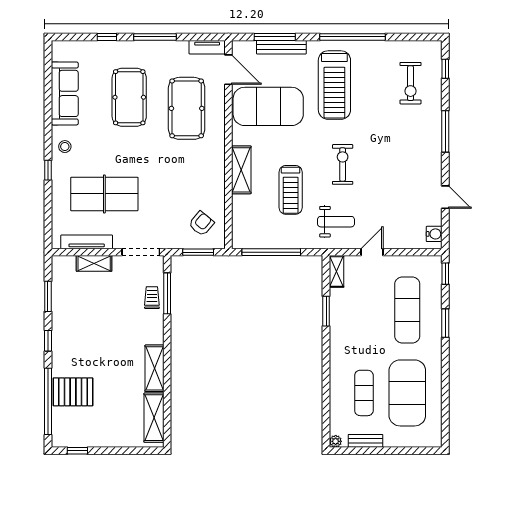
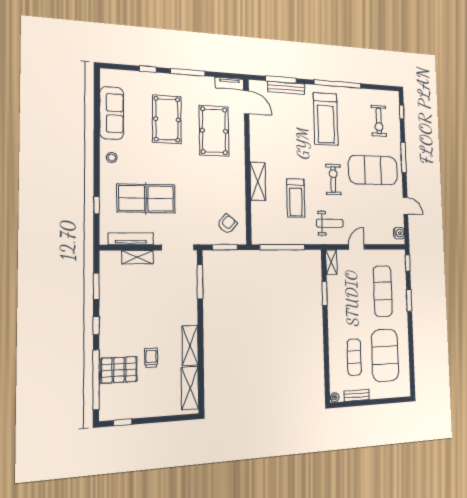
exercise mat: (268, 106) -> (373, 170), moved
window: (48, 170) -> (97, 205), moved
trolley: (152, 298) -> (151, 358), moved

